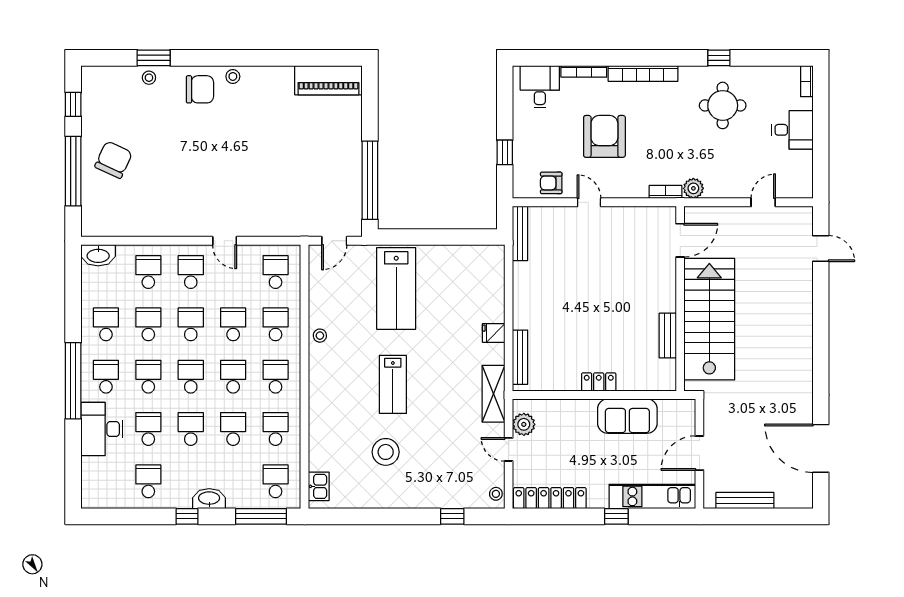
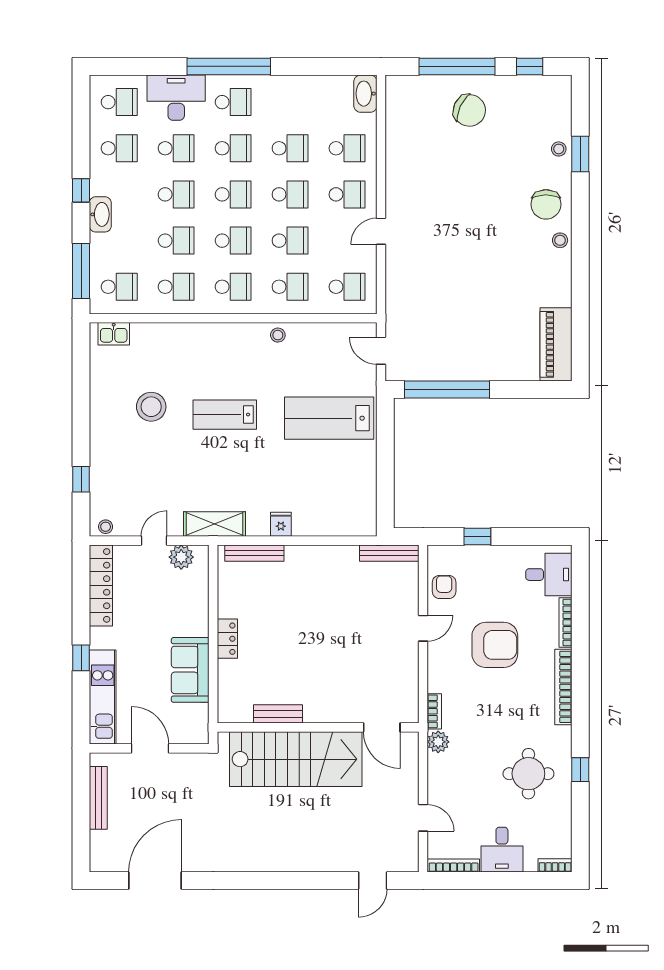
bookcase: (807, 174) -> (454, 865), added
school desk: (106, 324) -> (119, 102), moved

